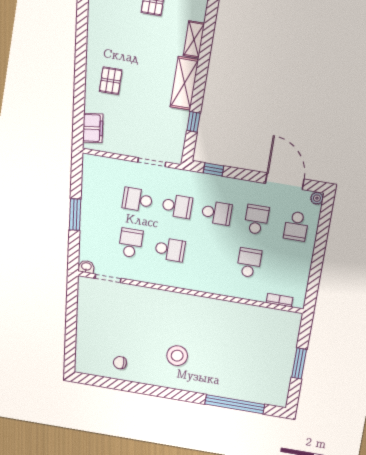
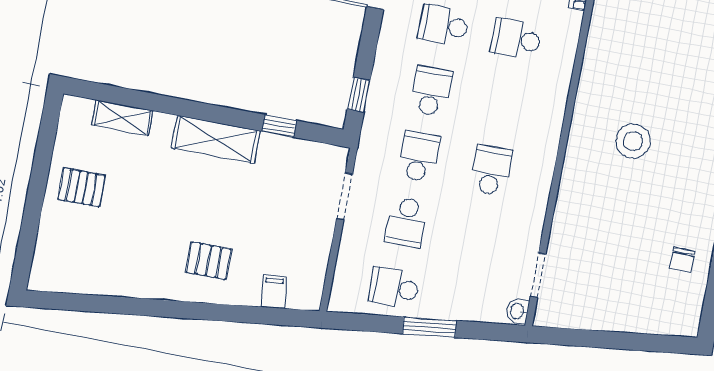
shelving: (194, 39) -> (122, 118), moved
filing cabinet: (93, 128) -> (274, 292), width x0.50
school desk: (131, 243) -> (394, 288), moved
stool: (177, 356) -> (633, 141), moved

